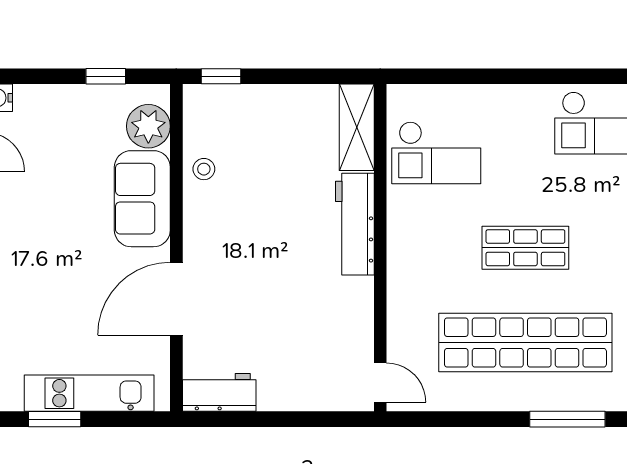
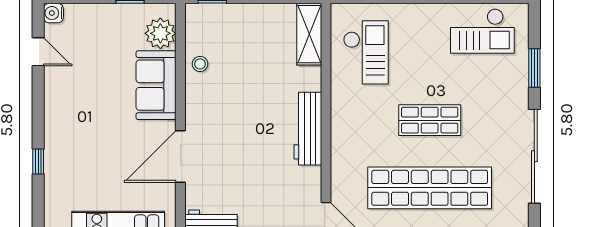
checkout: (436, 153) -> (366, 52), turned -90
workbench: (355, 224) -> (308, 129), moved

